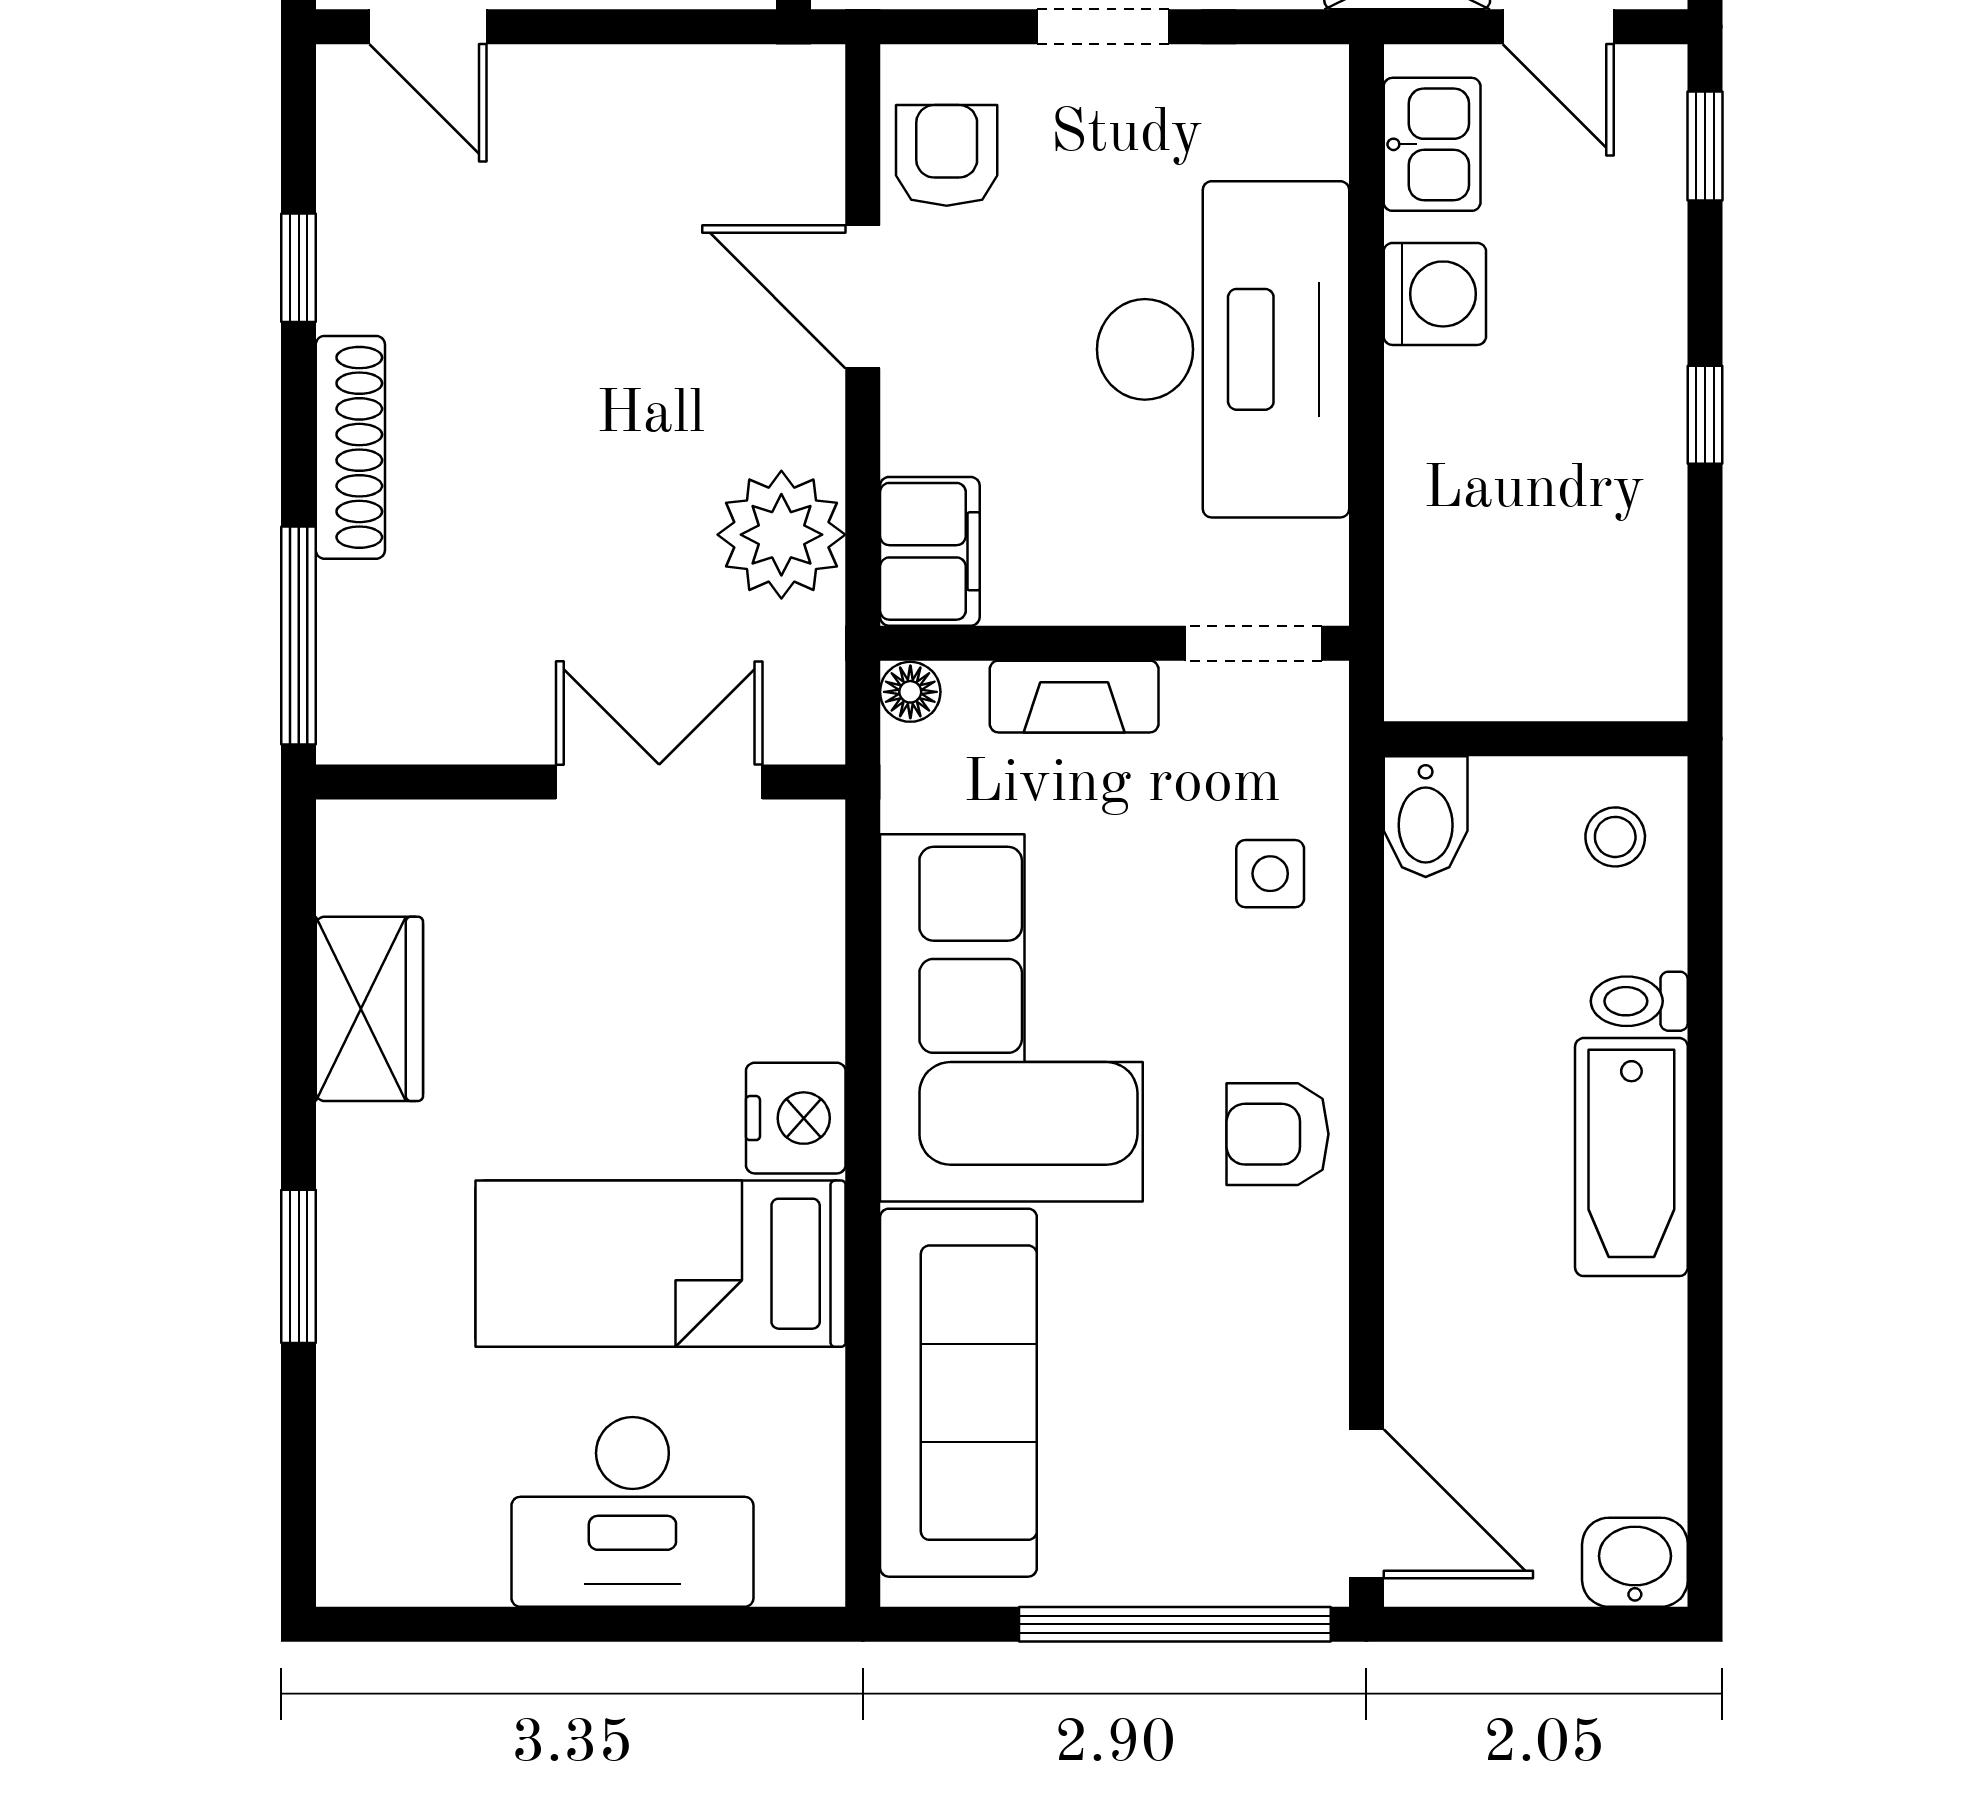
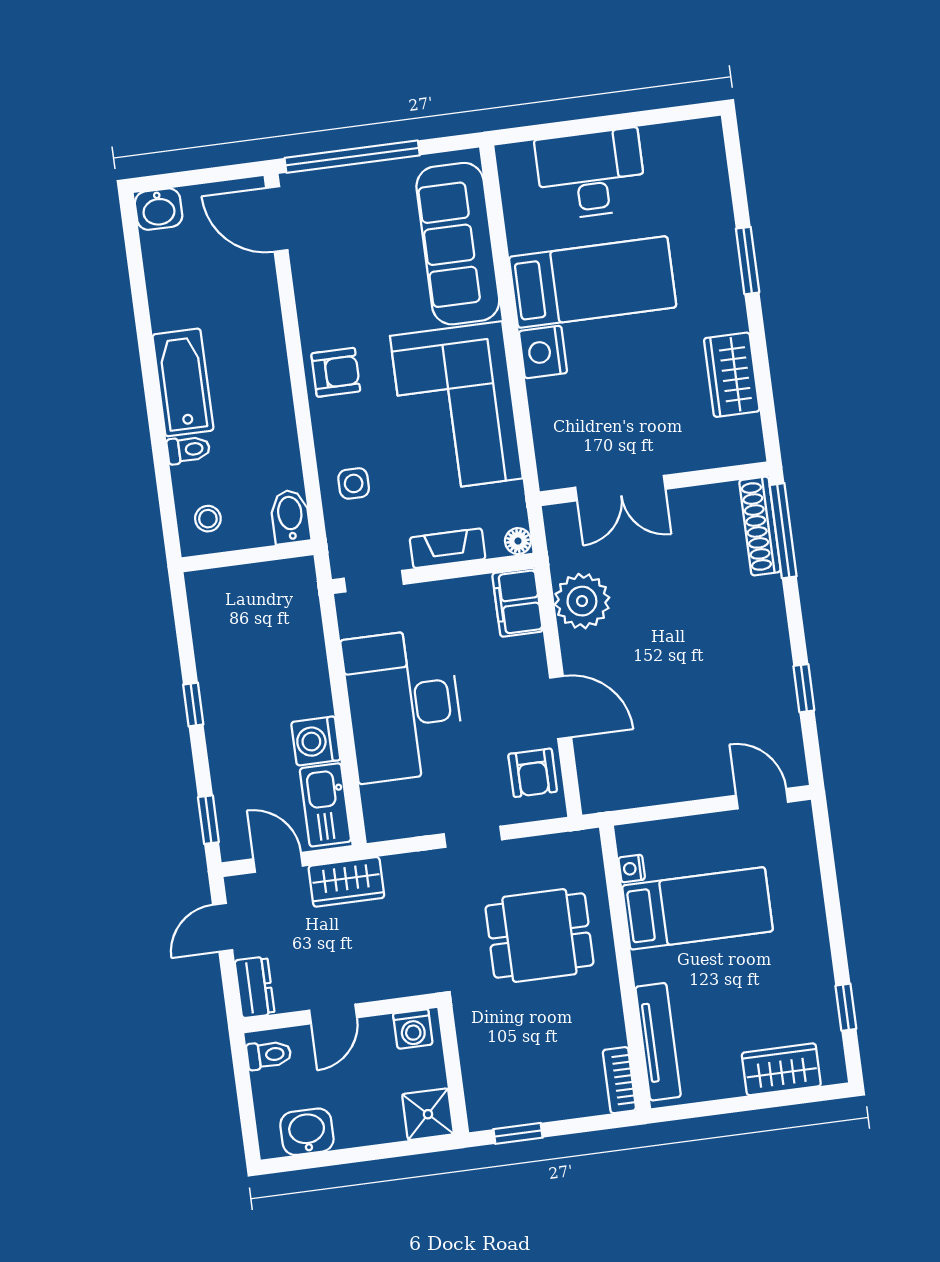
kitchen sink: (1432, 144) -> (325, 805), width x1.38
shoe rack: (350, 447) -> (760, 526), moved

